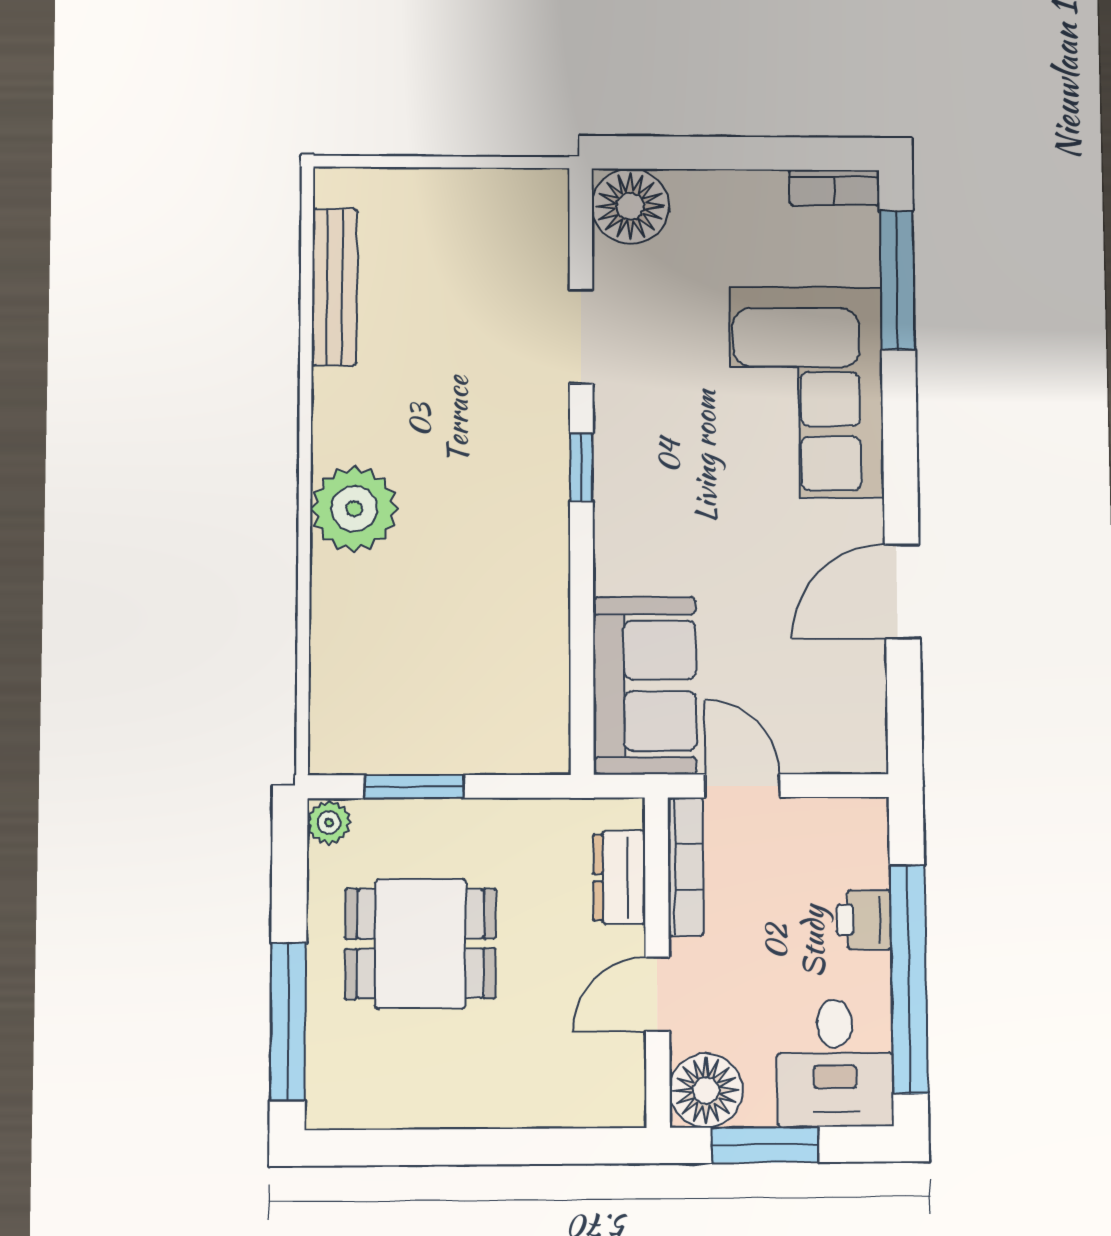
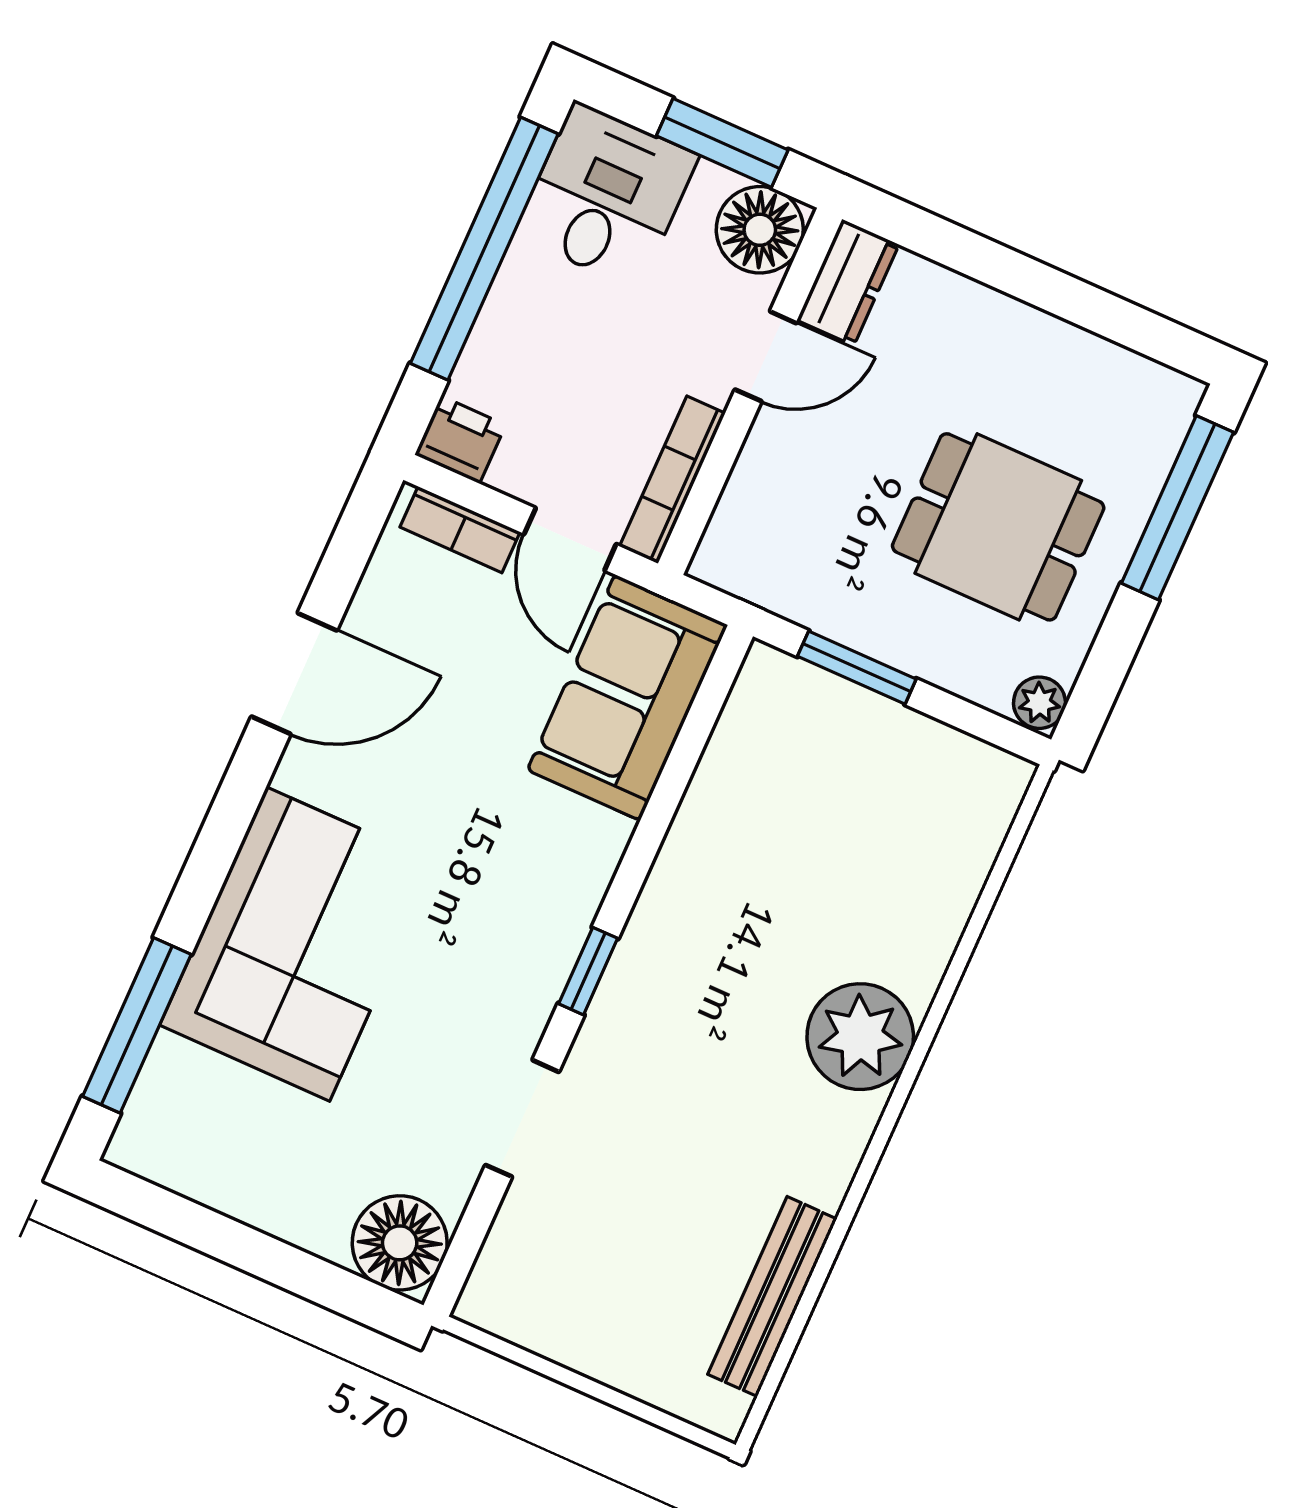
bookcase: (834, 188) -> (460, 530), moved, turned 180
window: (414, 787) -> (857, 668), moved
dresser: (619, 877) -> (848, 282), moved
printer: (864, 920) -> (460, 440), moved, turned -90

